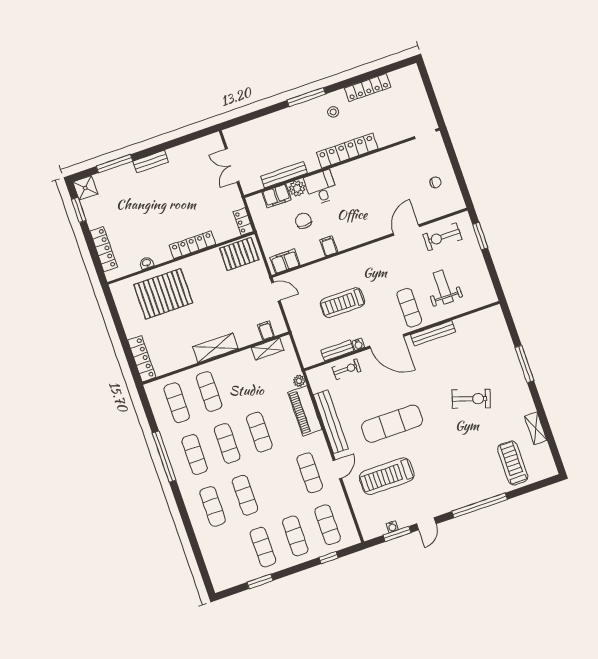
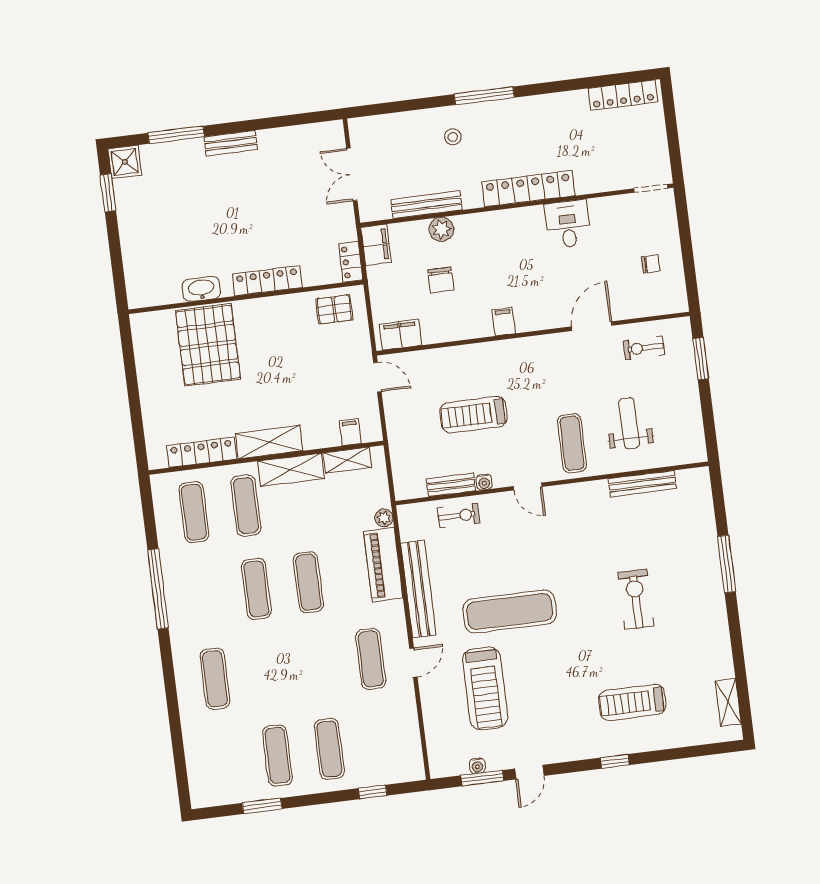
locker: (368, 87) -> (623, 95), moved
stool: (333, 112) -> (453, 137), moved
desk: (321, 187) -> (568, 224), moved
filing cabinet: (277, 196) -> (376, 245), moved, turned -90
chair: (303, 221) -> (441, 280), turned 180
exercise bike: (442, 237) -> (644, 348), width x0.73, depth x0.72
filing cabinet: (329, 246) -> (504, 321), moved
locker: (104, 249) -> (133, 259), removed
pallet: (239, 254) -> (334, 309), width x0.67, depth x0.71
washbasin: (147, 263) -> (201, 289), width x1.91, depth x1.45
pallet: (163, 294) -> (208, 345), turned 90
bench: (433, 333) -> (642, 484), moved
door: (387, 341) -> (528, 487), width x0.53
locker: (142, 359) -> (202, 452), moved, turned -90
shelving: (233, 362) -> (291, 470), added
exercise bike: (471, 399) -> (636, 599), turned -108
shelving: (536, 428) -> (728, 702), moved
exercise mat: (195, 455) -> (204, 595), removed
treadmill: (513, 463) -> (632, 702), moved, turned -90
treadmill: (387, 476) -> (485, 688), turned -90
exercise mat: (245, 495) -> (267, 672), removed
window: (480, 505) -> (615, 761), width x0.32
exercise mat: (328, 525) -> (381, 742), removed

